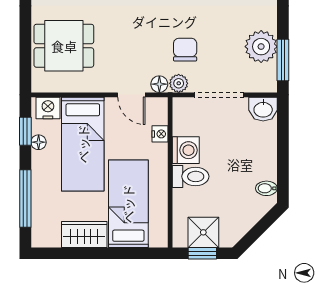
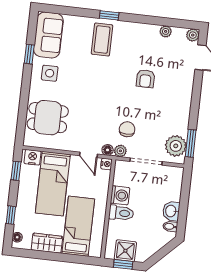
plant: (261, 47) -> (176, 146), moved
washbasin: (263, 109) -> (171, 211), moved, turned 90
nightstand: (160, 134) -> (106, 164), moved
floor lamp: (39, 142) -> (17, 237), moved
window: (25, 198) -> (11, 215), width x0.46

